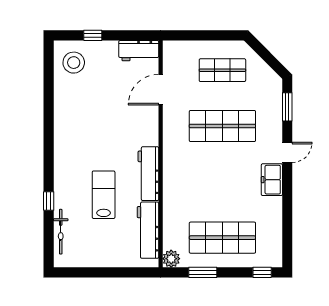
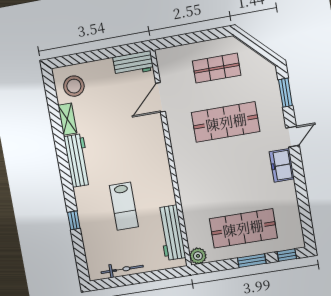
window: (93, 35) -> (87, 57), removed
shelving: (61, 95) -> (67, 119), added
workbench: (148, 174) -> (78, 161), moved, turned 180
lab bench: (104, 195) -> (124, 206), turned 180
bicycle: (61, 232) -> (122, 269), moved, turned -90
window: (203, 272) -> (252, 261), moved

